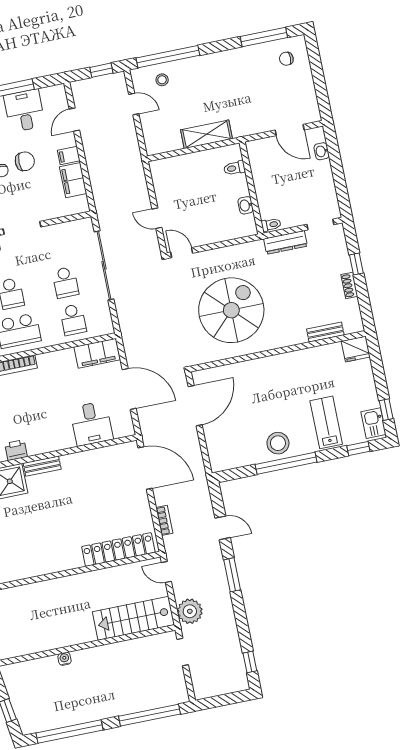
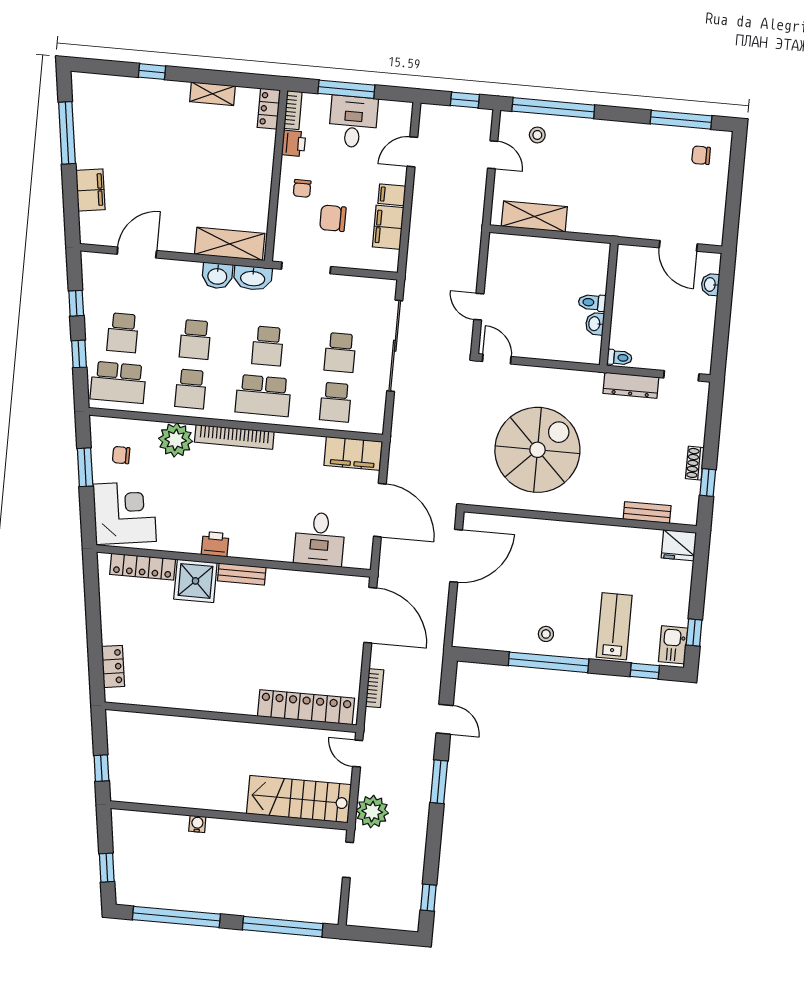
shelving: (207, 134) -> (534, 216), moved
chair: (25, 161) -> (333, 218), moved, turned 180
toilet: (234, 168) -> (592, 302), moved
window: (356, 264) -> (708, 482), moved
stool: (278, 443) -> (546, 634), width x0.53, depth x0.53

